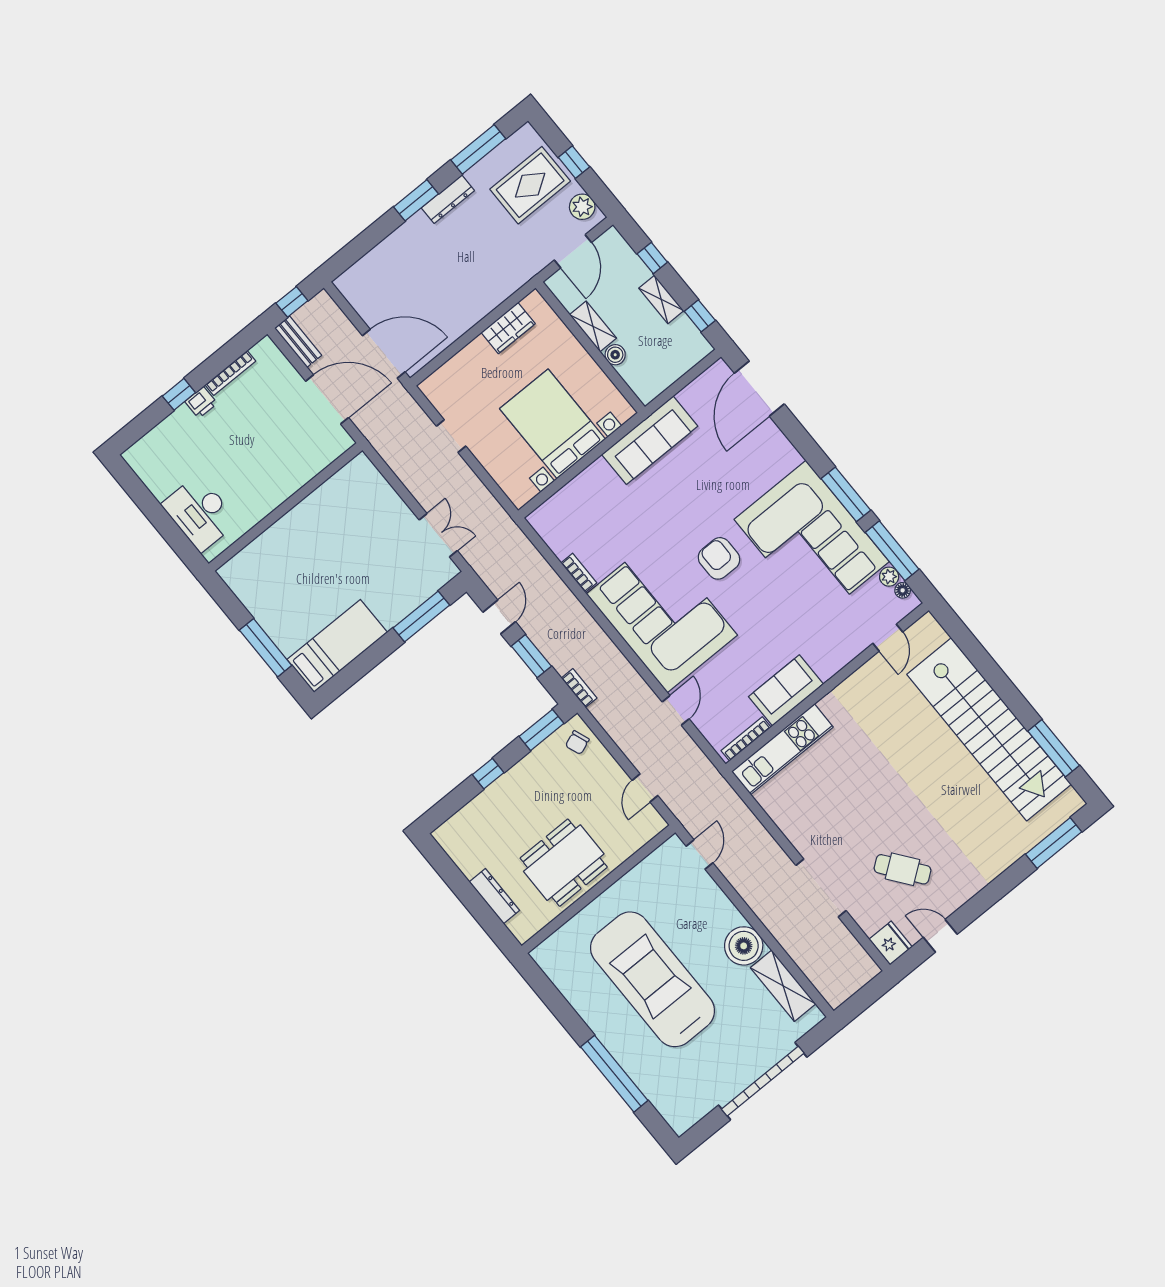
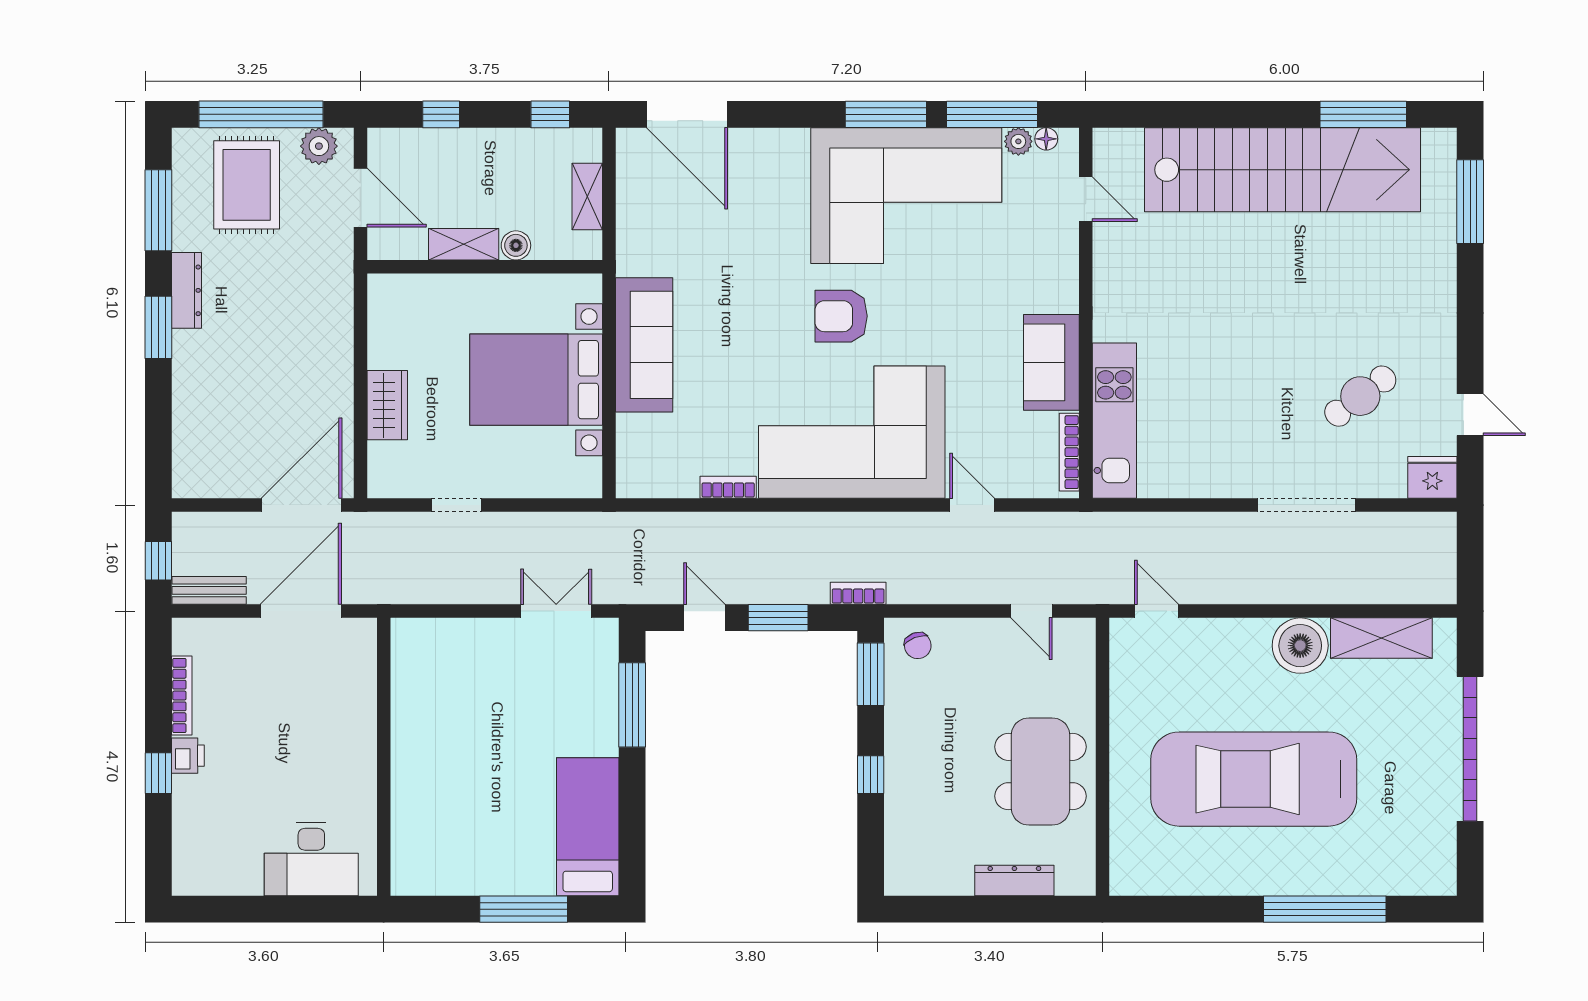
window: (574, 162) -> (261, 114), width x3.17
shelving: (661, 299) -> (587, 196), moved, turned 90
wardrobe: (508, 328) -> (387, 405), moved
sofa: (650, 440) -> (644, 345), moved
door: (940, 936) -> (1470, 415), swing flipped

